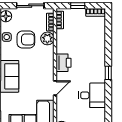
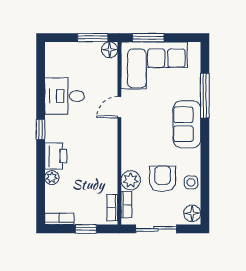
armchair: (26, 39) -> (163, 179), turned 90
plant: (101, 40) -> (52, 178), added
printer: (64, 63) -> (56, 156), moved, turned 180

